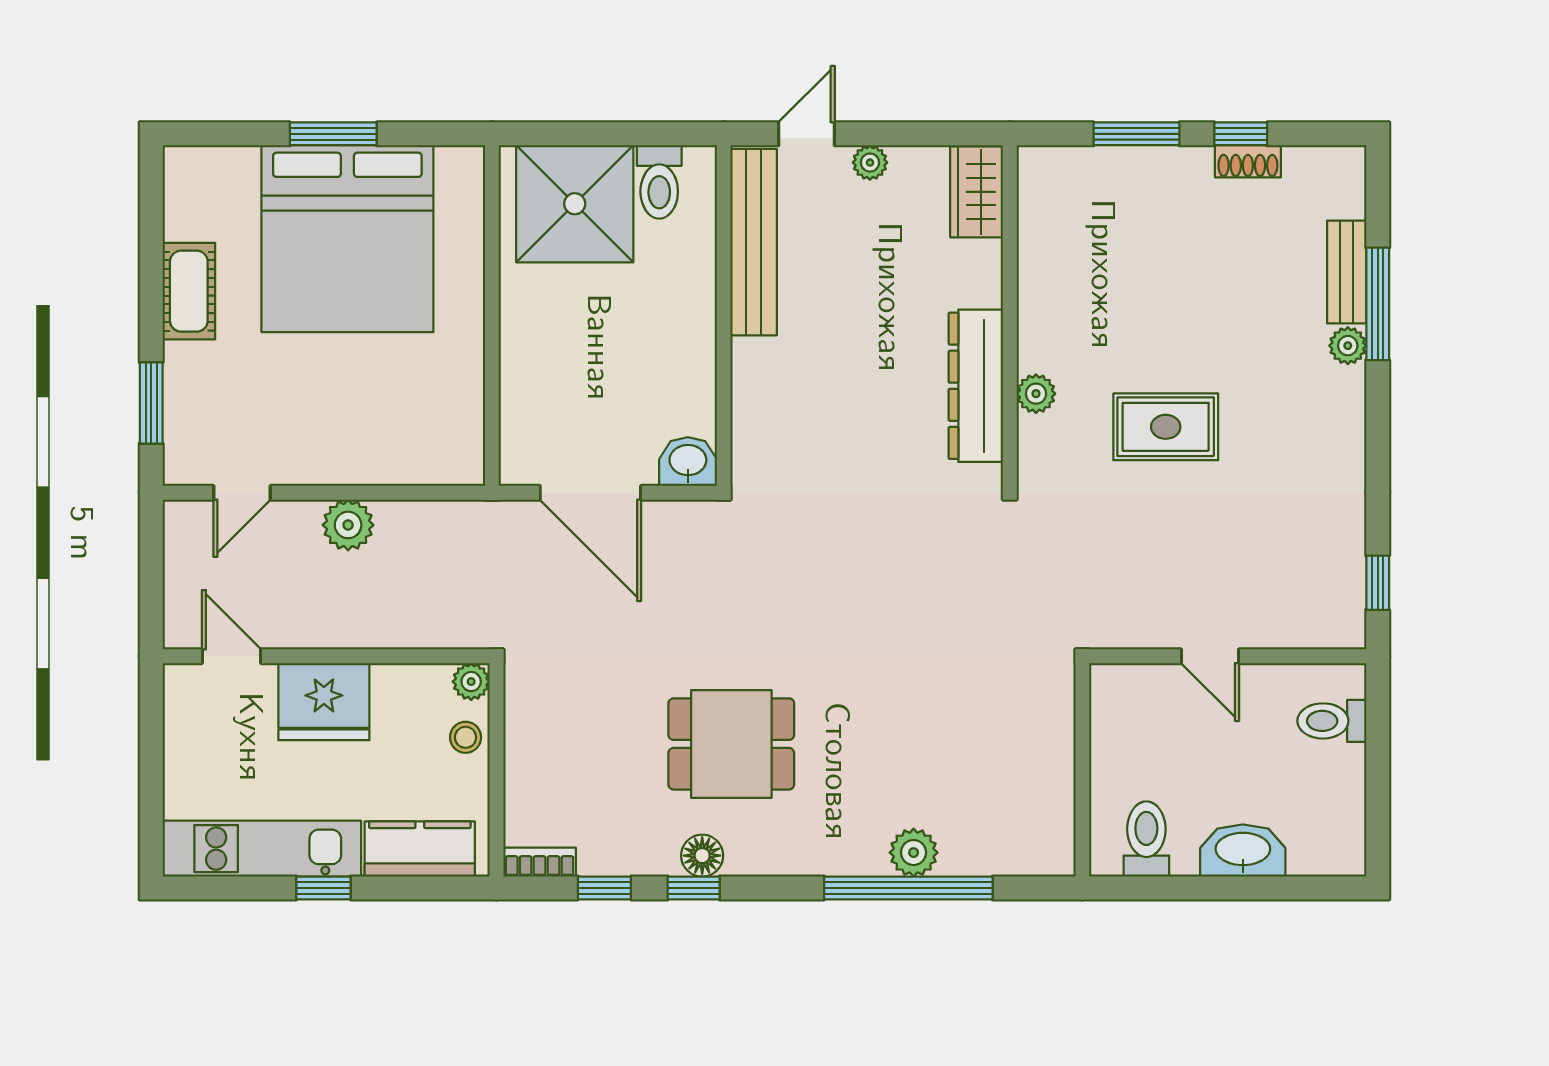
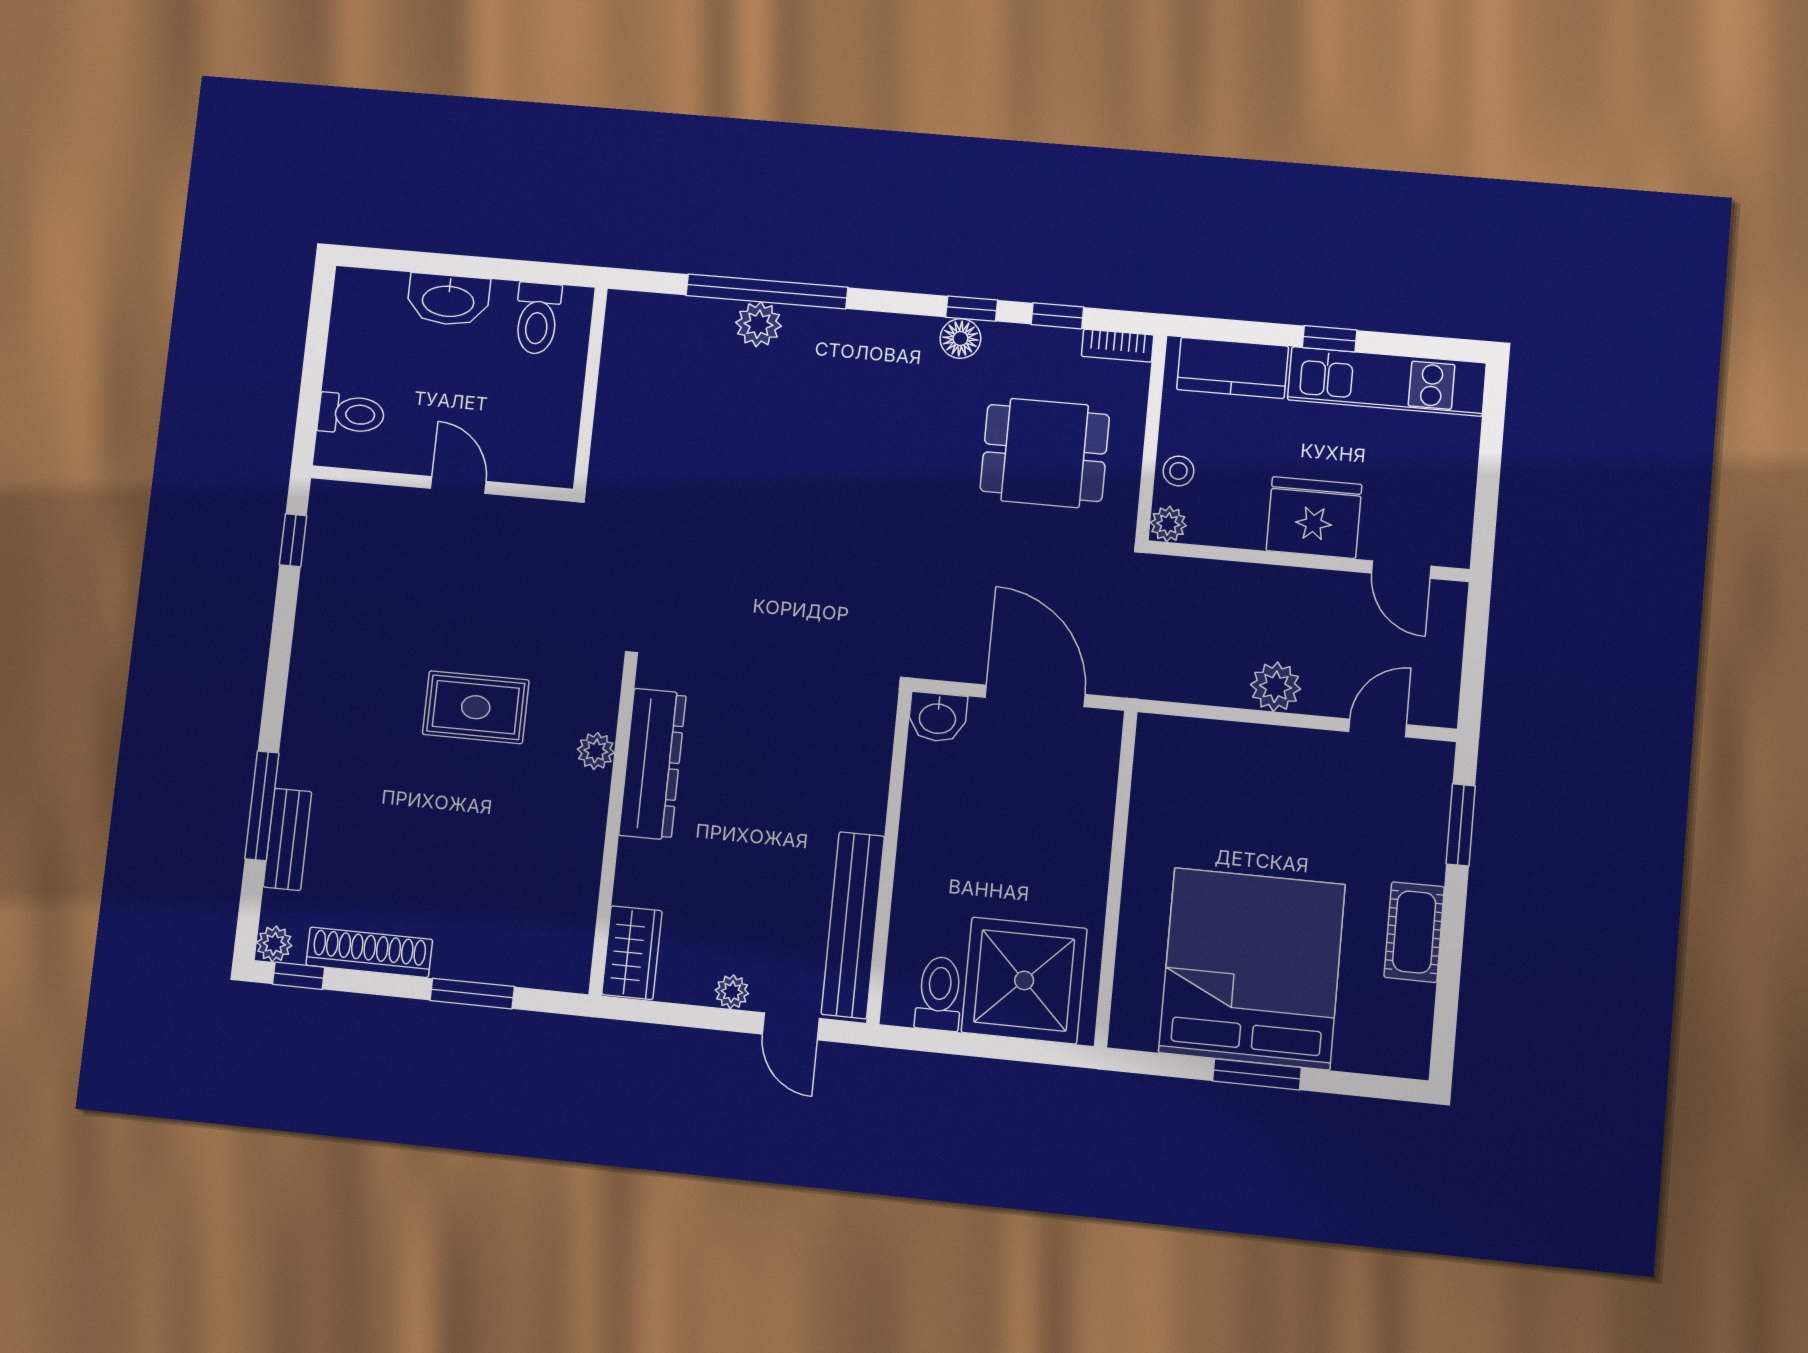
door: (806, 134) -> (791, 1026), hinge flipped
window: (1241, 134) -> (299, 976), moved
shoe rack: (1248, 161) -> (369, 952), width x1.94, depth x1.24
plant: (1348, 346) -> (274, 944), moved
dining table: (731, 744) -> (1045, 453), moved

